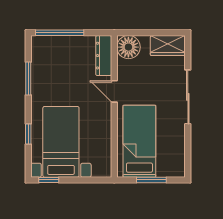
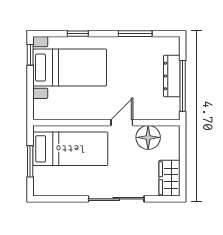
window: (60, 33) -> (183, 86), moved
floor lamp: (128, 47) -> (148, 137), moved
dresser: (104, 56) -> (172, 76), moved, turned -90

